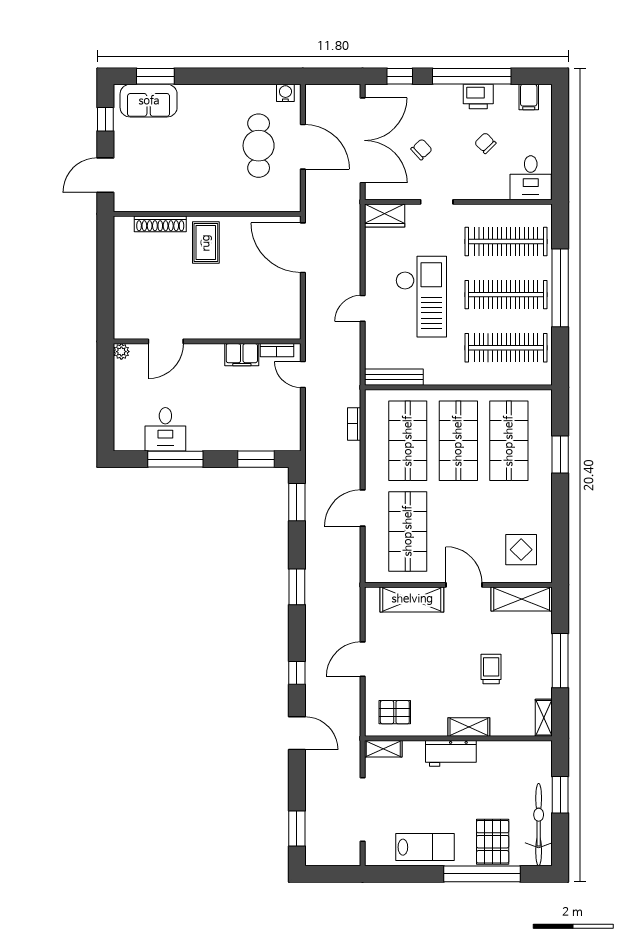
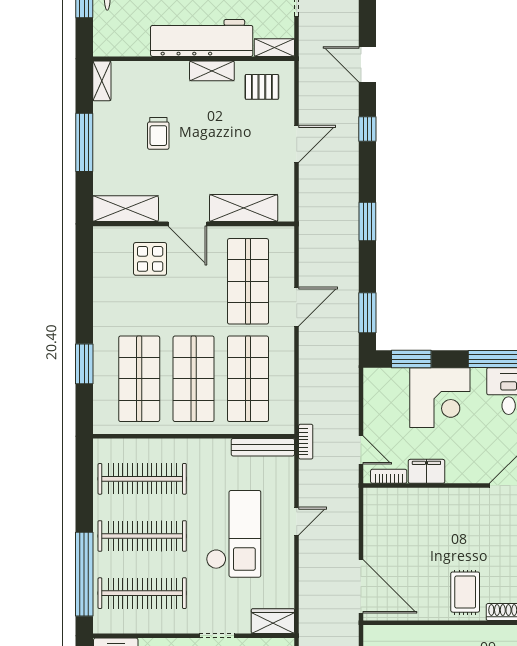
window: (560, 288) -> (84, 574), moved
checkout: (421, 297) -> (234, 534), turned 180
corner desk: (229, 423) -> (440, 398), added
bookcase: (354, 424) -> (306, 442), moved
display table: (521, 550) -> (150, 259), moved
shelving: (469, 727) -> (212, 71), moved
workbench: (451, 753) -> (202, 38), width x1.88, depth x1.32

